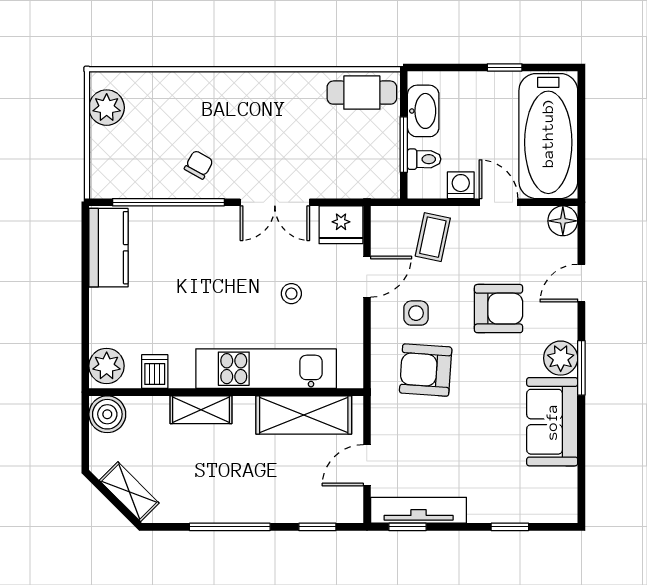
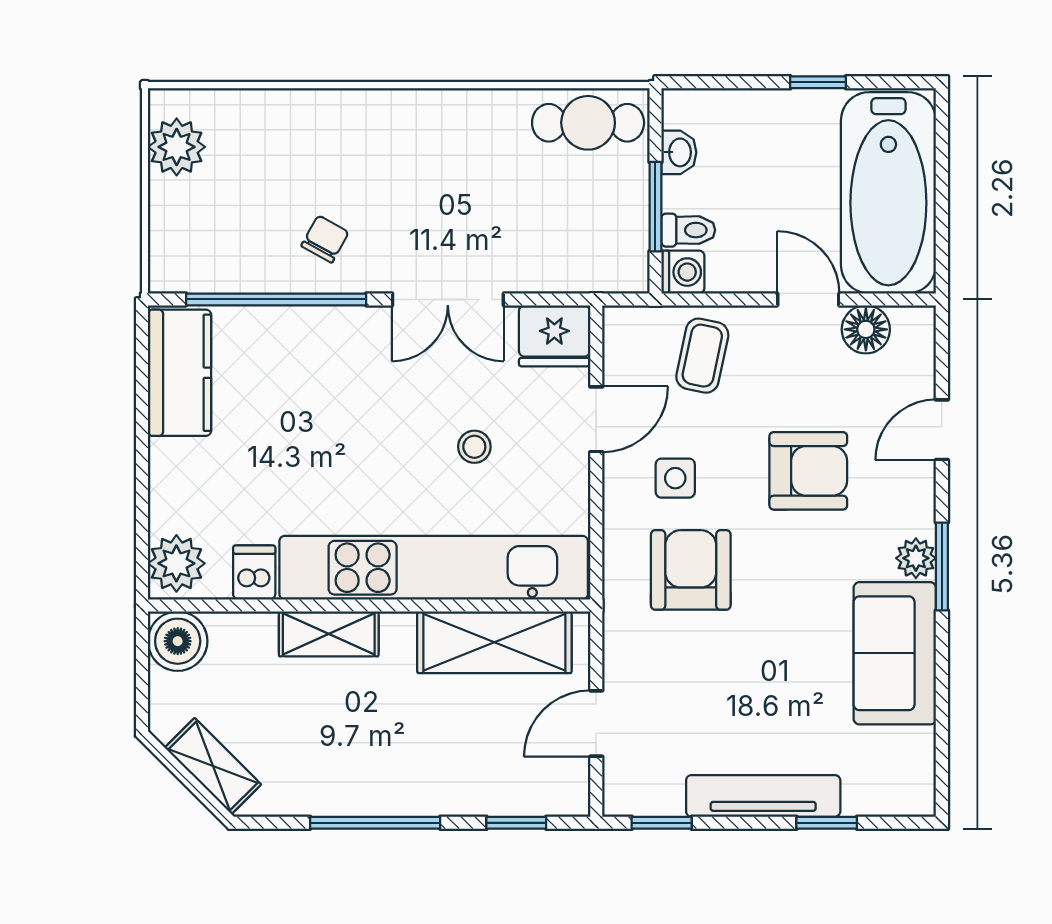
washbasin: (423, 111) -> (679, 152), width x0.52, depth x0.69
washing machine: (461, 185) -> (683, 272), moved, turned 90
floor lamp: (563, 221) -> (866, 329), moved
plant: (561, 358) -> (916, 558), width x0.73, depth x0.73
kitchen unit: (266, 369) -> (434, 568), width x1.36
armchair: (426, 370) -> (691, 570), turned 86
tv unit: (419, 510) -> (763, 796), moved

